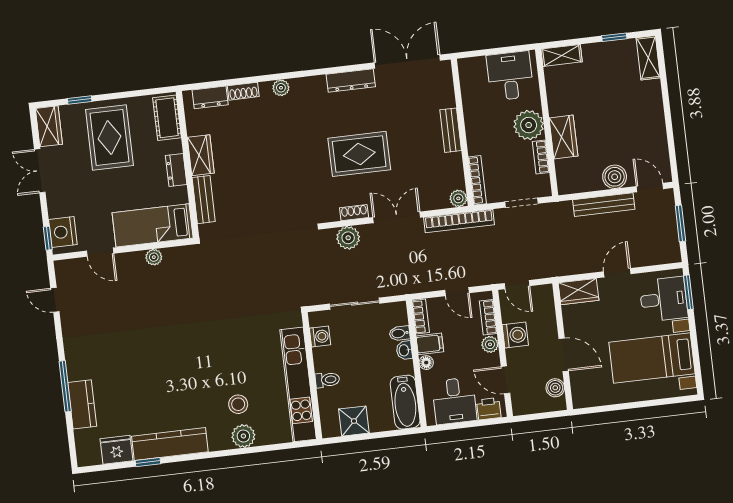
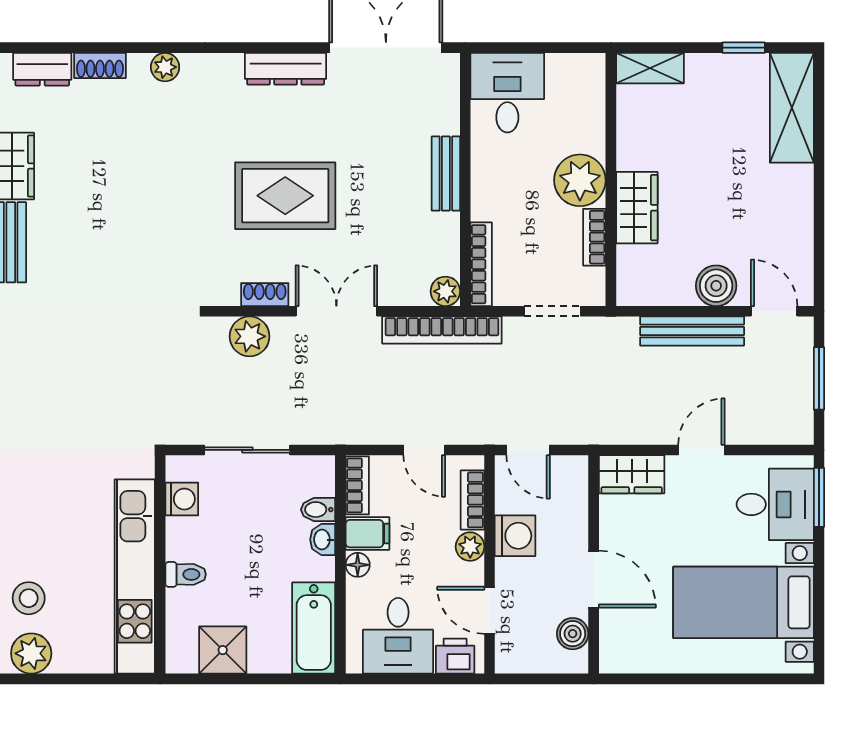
shelving: (648, 58) -> (792, 108), width x1.50, depth x1.33
desk: (510, 76) -> (507, 93), moved

